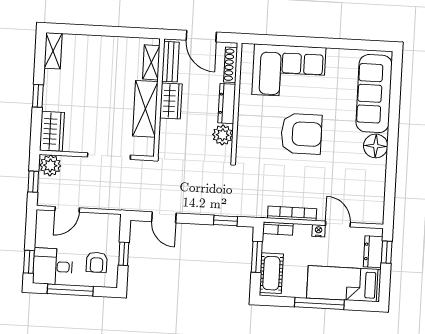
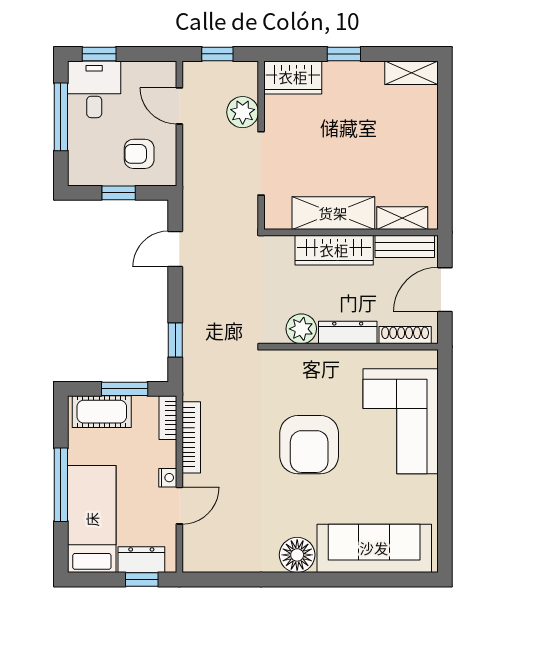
wardrobe: (171, 101) -> (334, 250), width x1.50
plant: (50, 165) -> (243, 112), moved
armchair: (97, 262) -> (139, 154), moved

